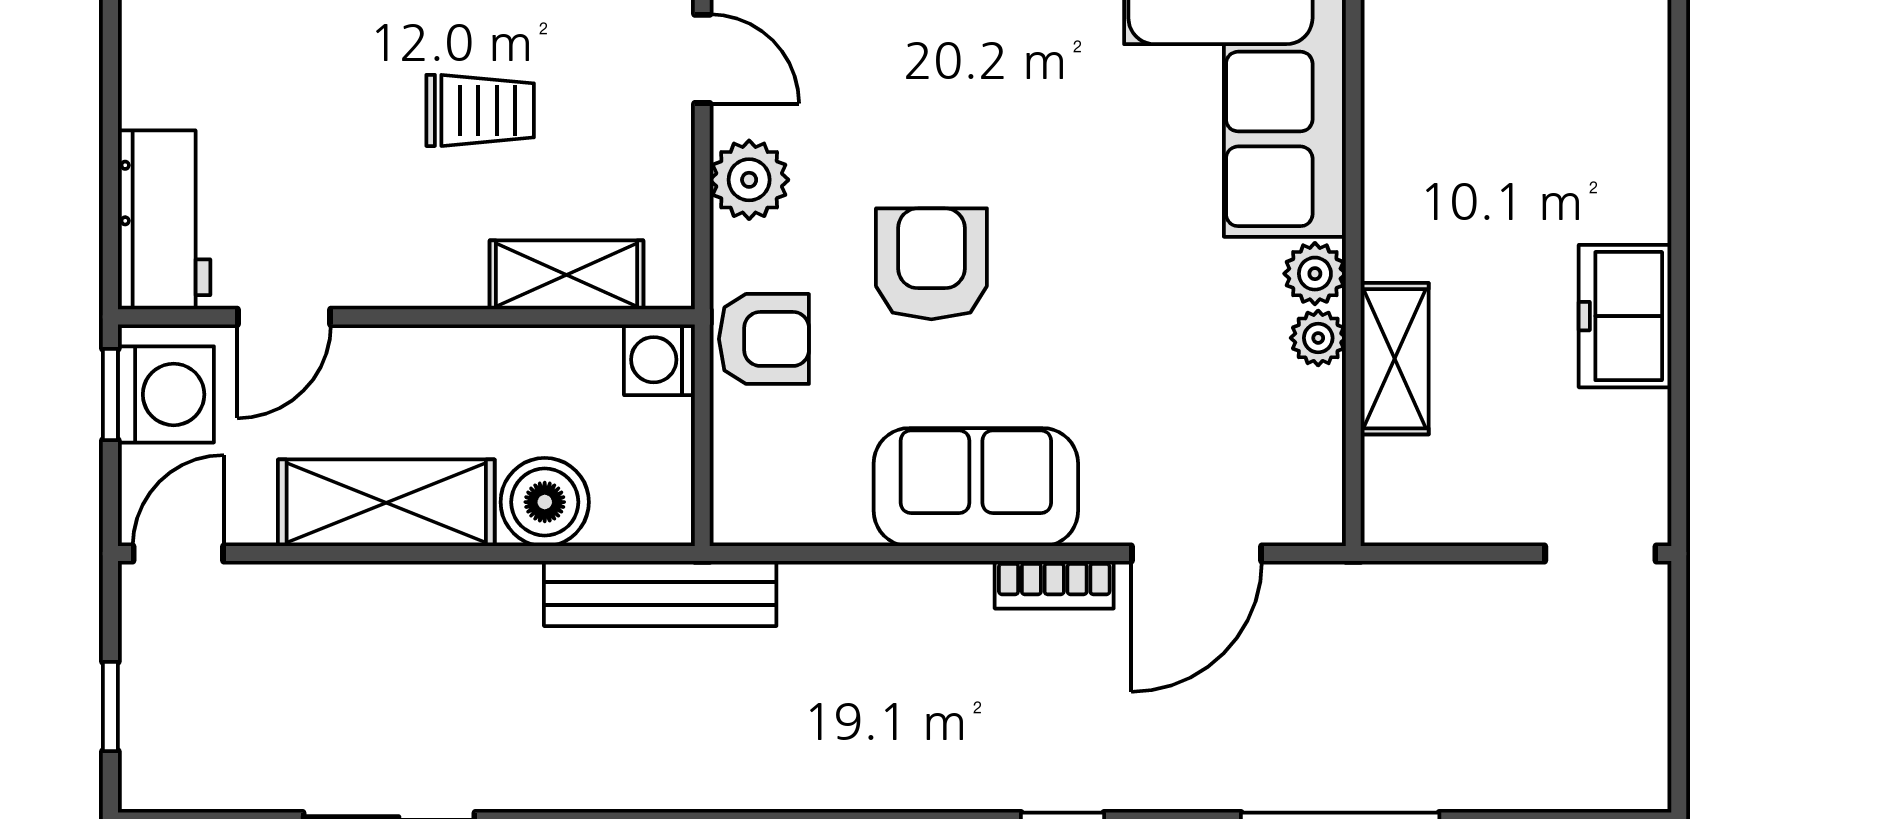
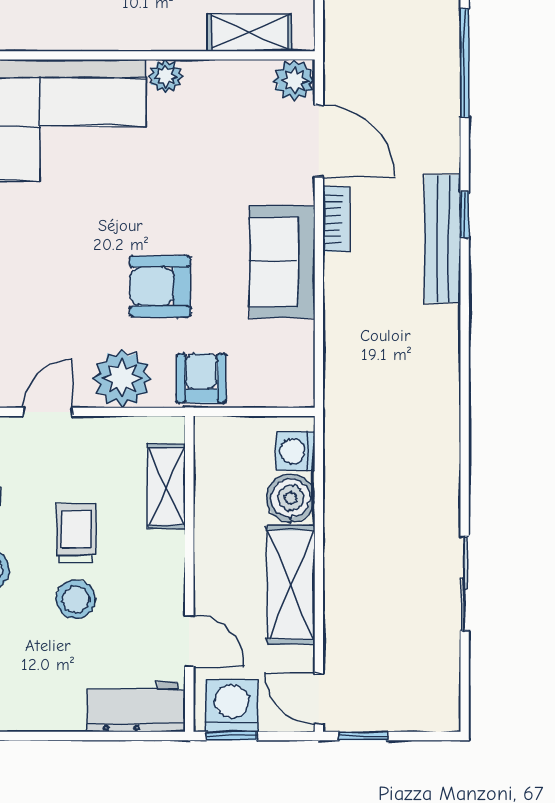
stool: (360, 110) -> (76, 599), added
plant: (749, 180) -> (122, 378), width x1.36, depth x1.36
plant: (1318, 338) -> (294, 80), moved, width x1.38, depth x1.38
shelving: (1395, 359) -> (250, 33), moved
washing machine: (659, 360) -> (295, 451), moved, turned 90
bench: (660, 594) -> (443, 239), moved
window: (110, 707) -> (363, 736), moved

